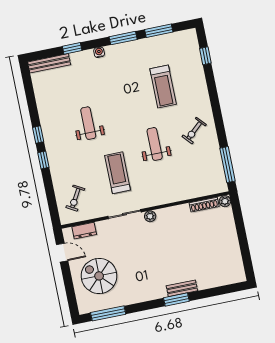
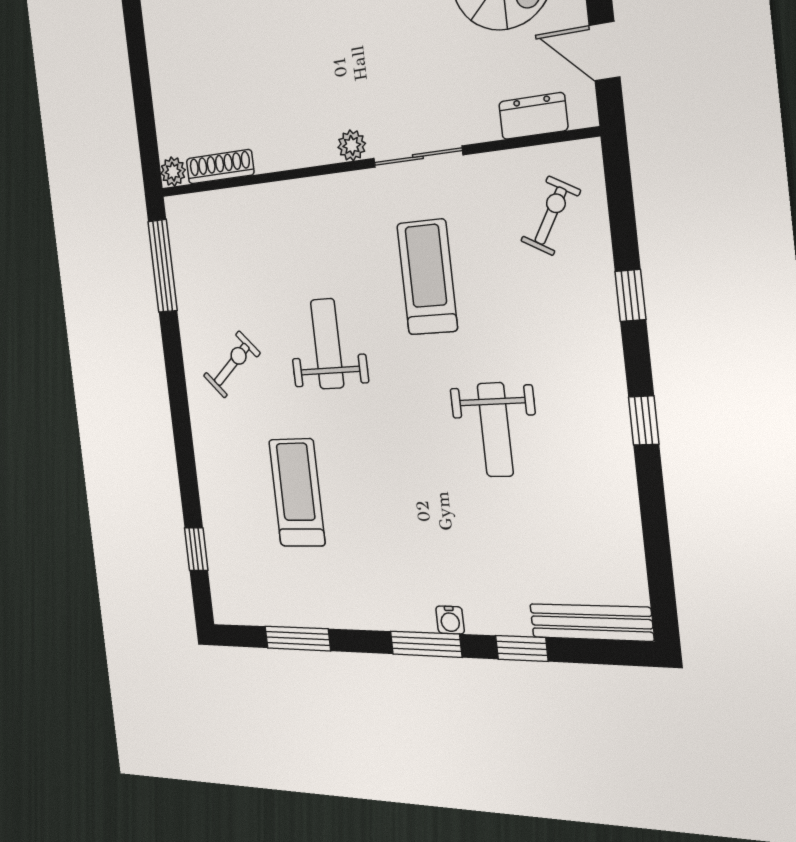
window: (123, 38) -> (426, 644), moved
weight bench: (155, 144) -> (327, 344), turned 180
window: (43, 160) -> (630, 295), moved
treadmill: (118, 173) -> (427, 277), turned 180

